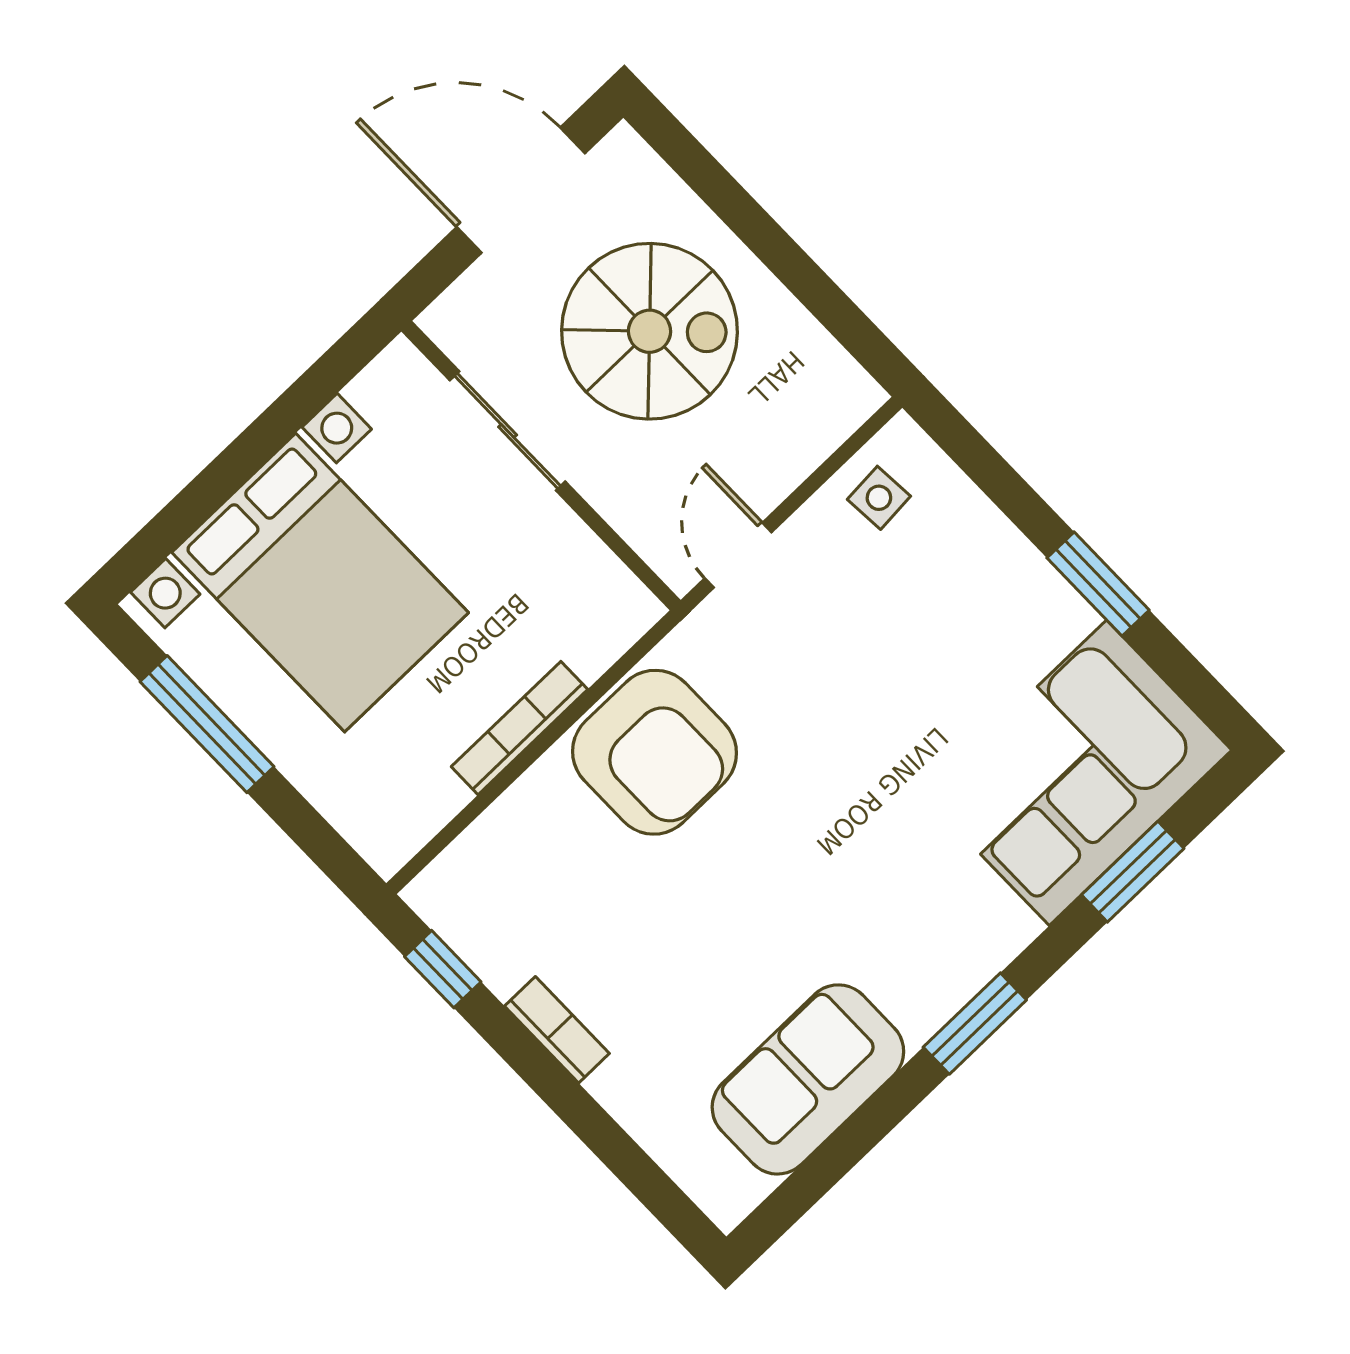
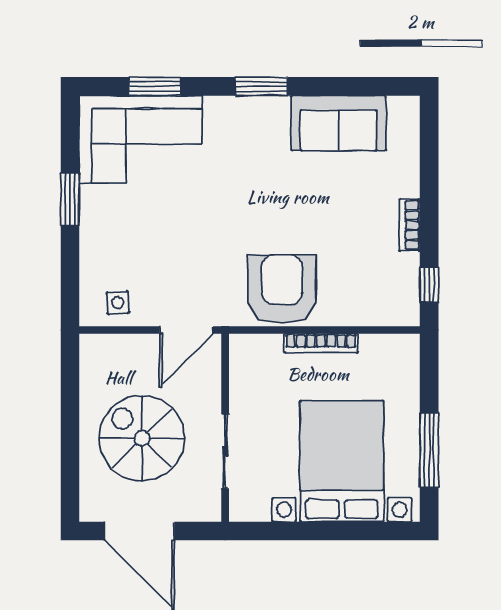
door: (738, 555) -> (186, 330), width x1.37

